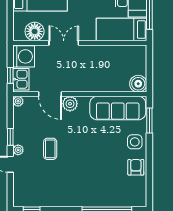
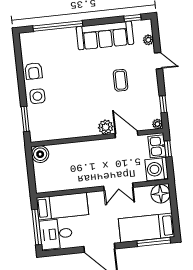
floor lamp: (35, 31) -> (161, 194), moved
sofa: (118, 108) -> (105, 35), moved, turned 180
window: (10, 137) -> (163, 104), moved
plant: (18, 150) -> (148, 40), moved

